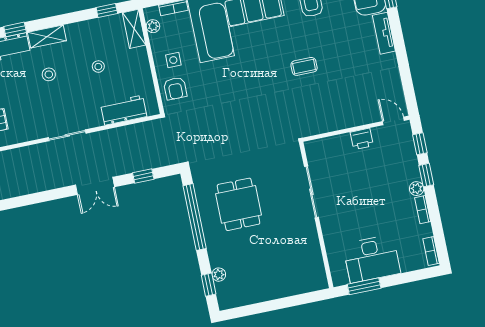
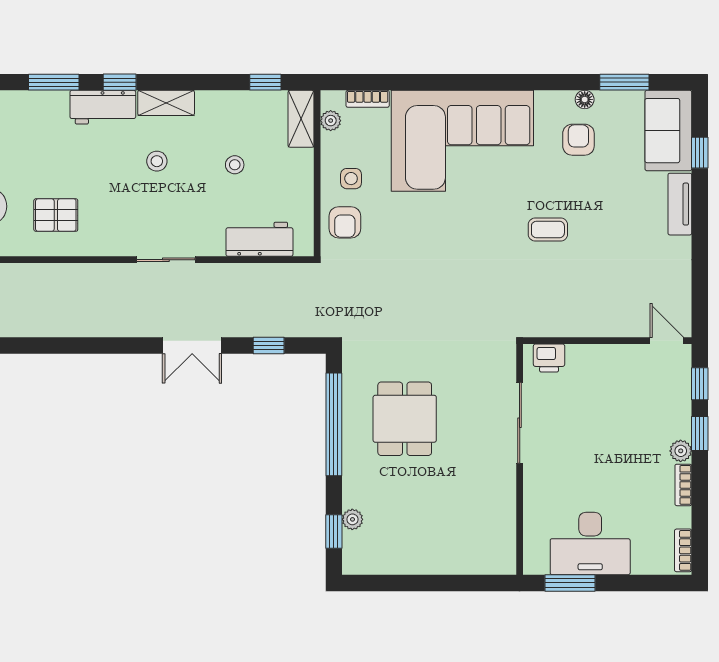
printer: (362, 139) -> (549, 358), moved

